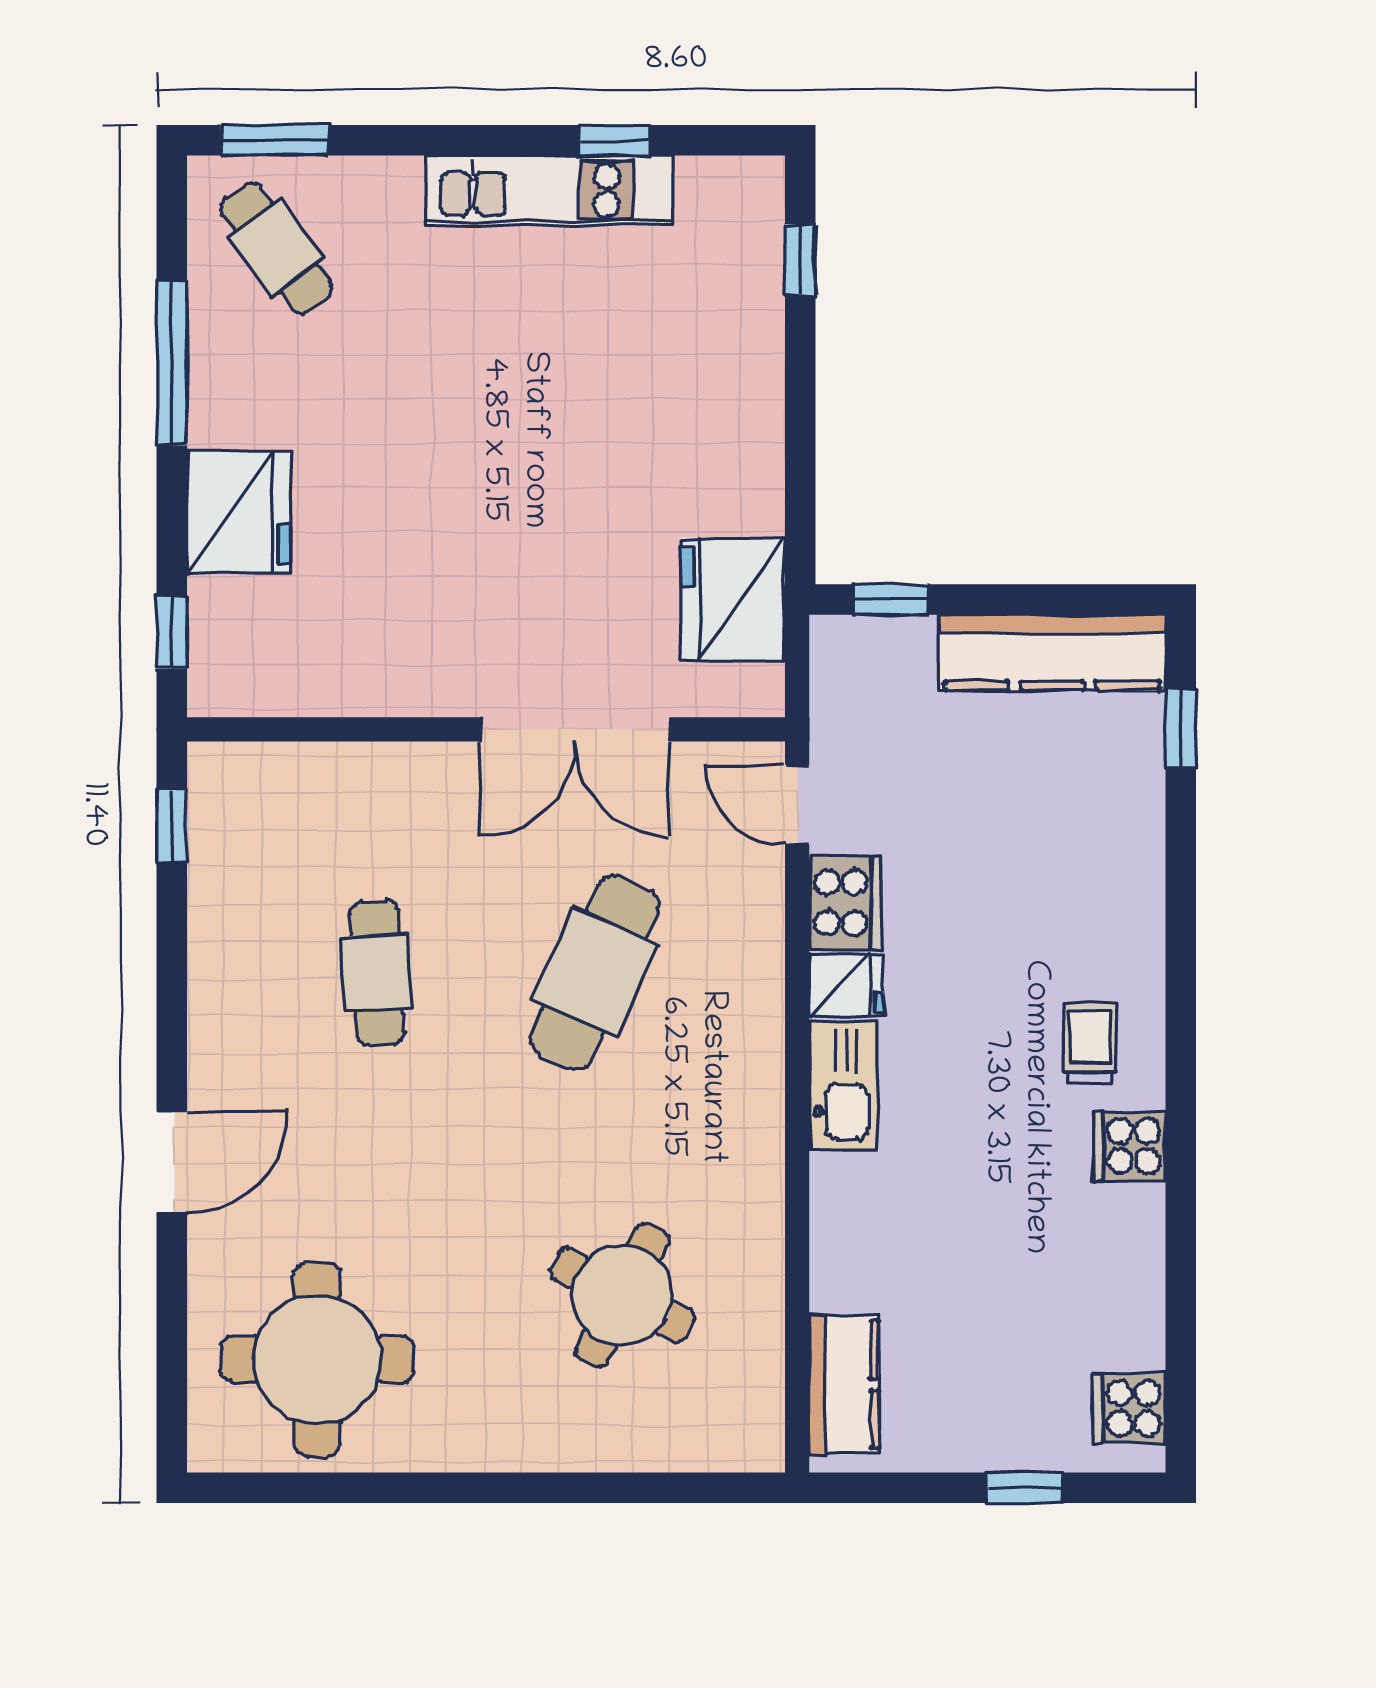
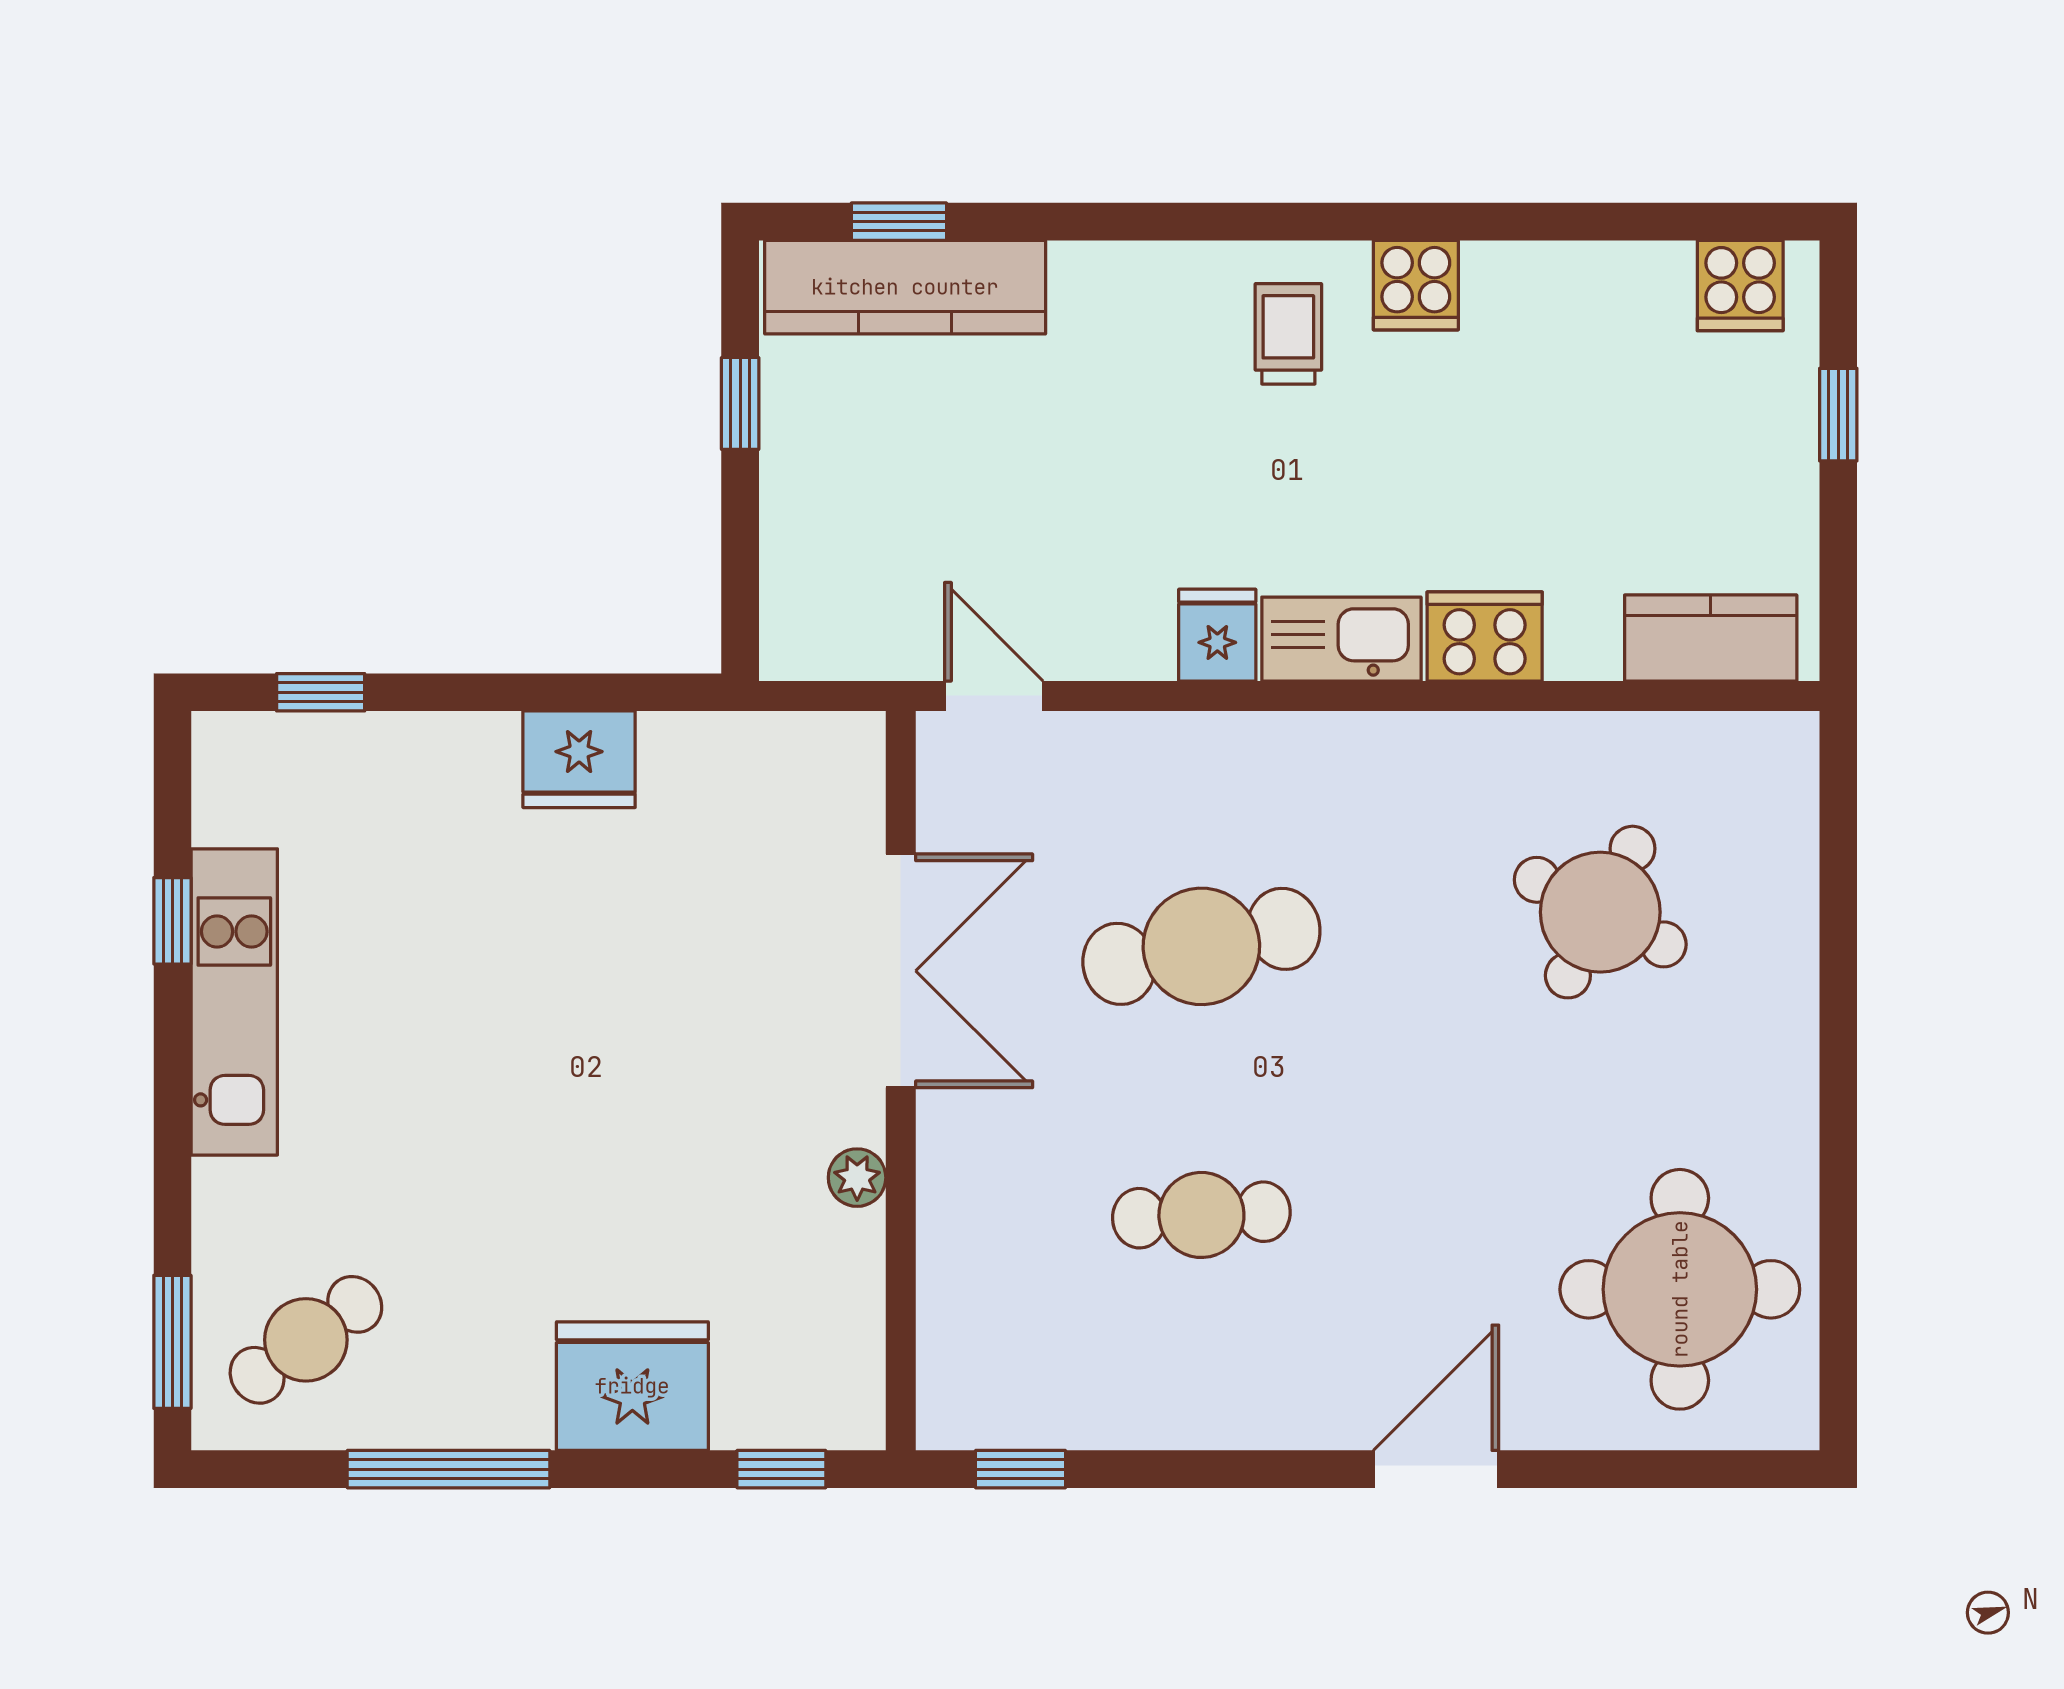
fridge: (733, 599) -> (579, 759), moved, width x0.73, depth x0.75
window: (891, 599) -> (740, 403), moved
kitchen counter: (1052, 652) -> (905, 287), moved, turned 90
plant: (408, 694) -> (857, 1178), added
door: (797, 805) -> (994, 696), swing flipped
cooker: (845, 903) -> (1485, 636), moved
cafe table: (595, 973) -> (1201, 946), turned -36
trolley: (1090, 1043) -> (1288, 334), turned 90
door: (172, 1162) -> (1436, 1469), hinge flipped

